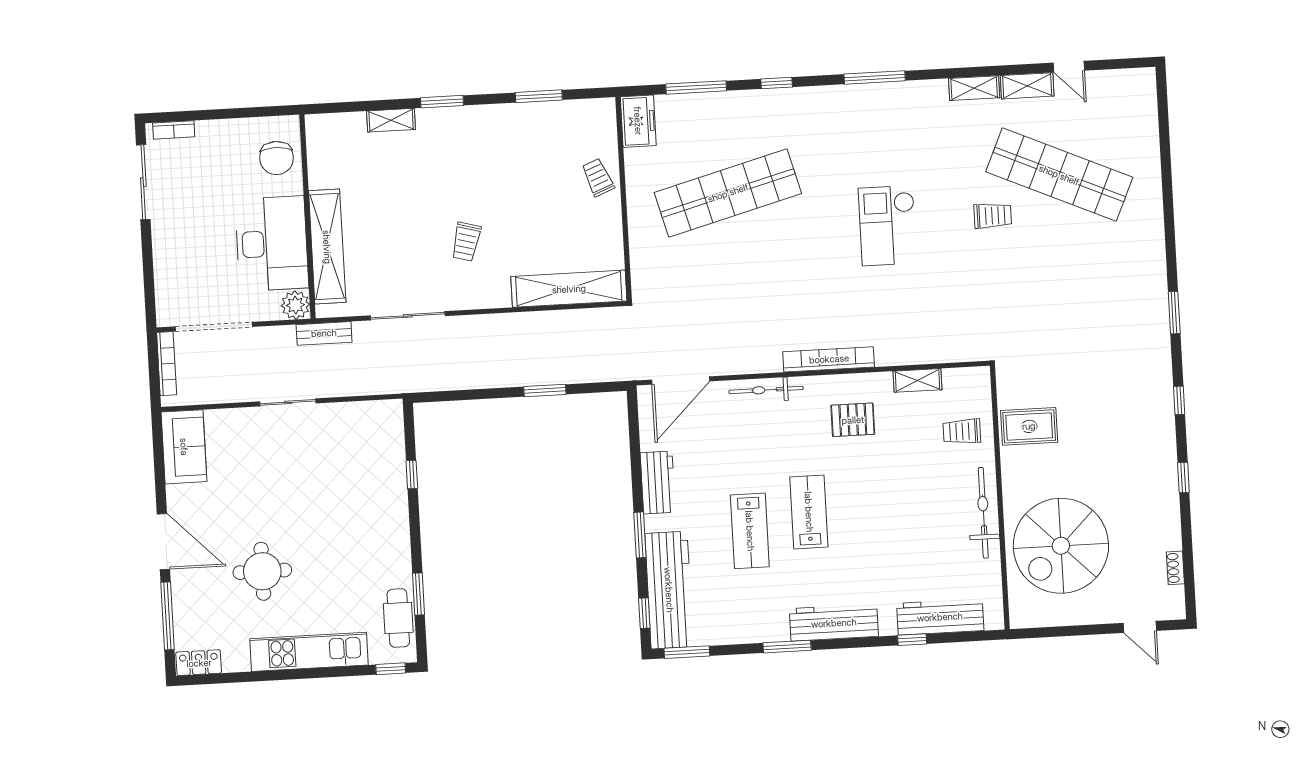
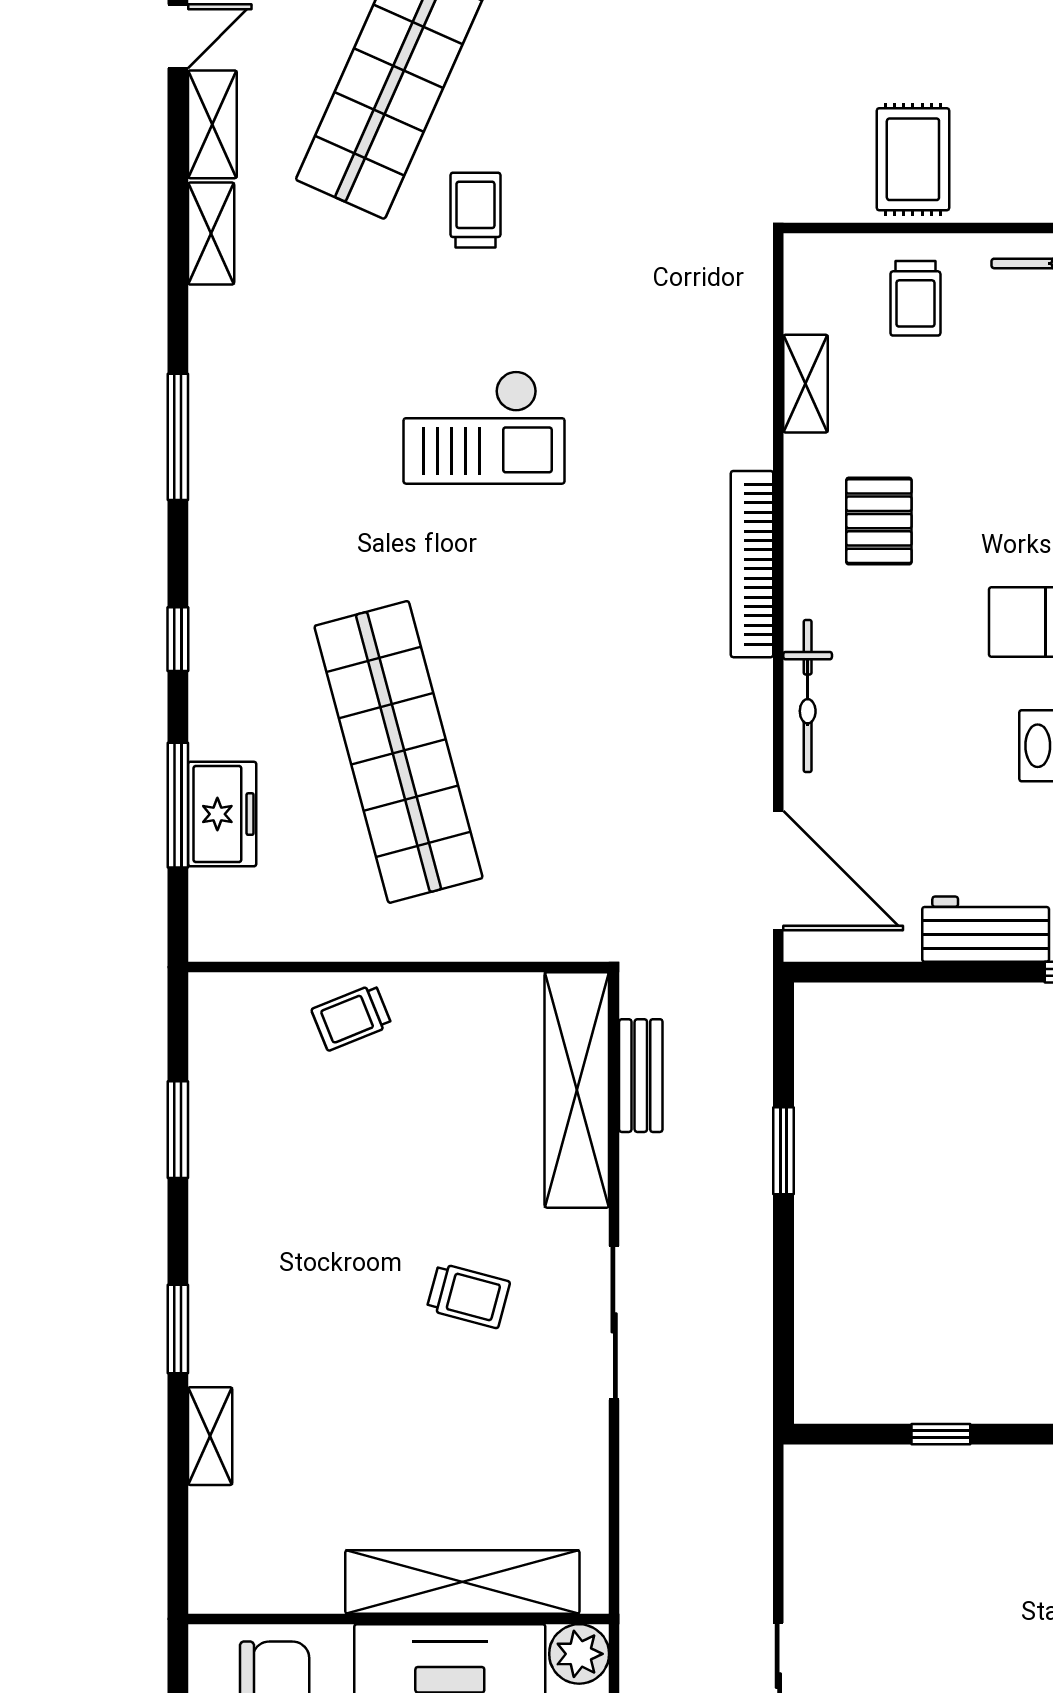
freezer: (638, 121) -> (222, 814), moved, turned 90
sliding door: (408, 316) -> (614, 1323), moved
bench: (324, 333) -> (641, 1076), moved

